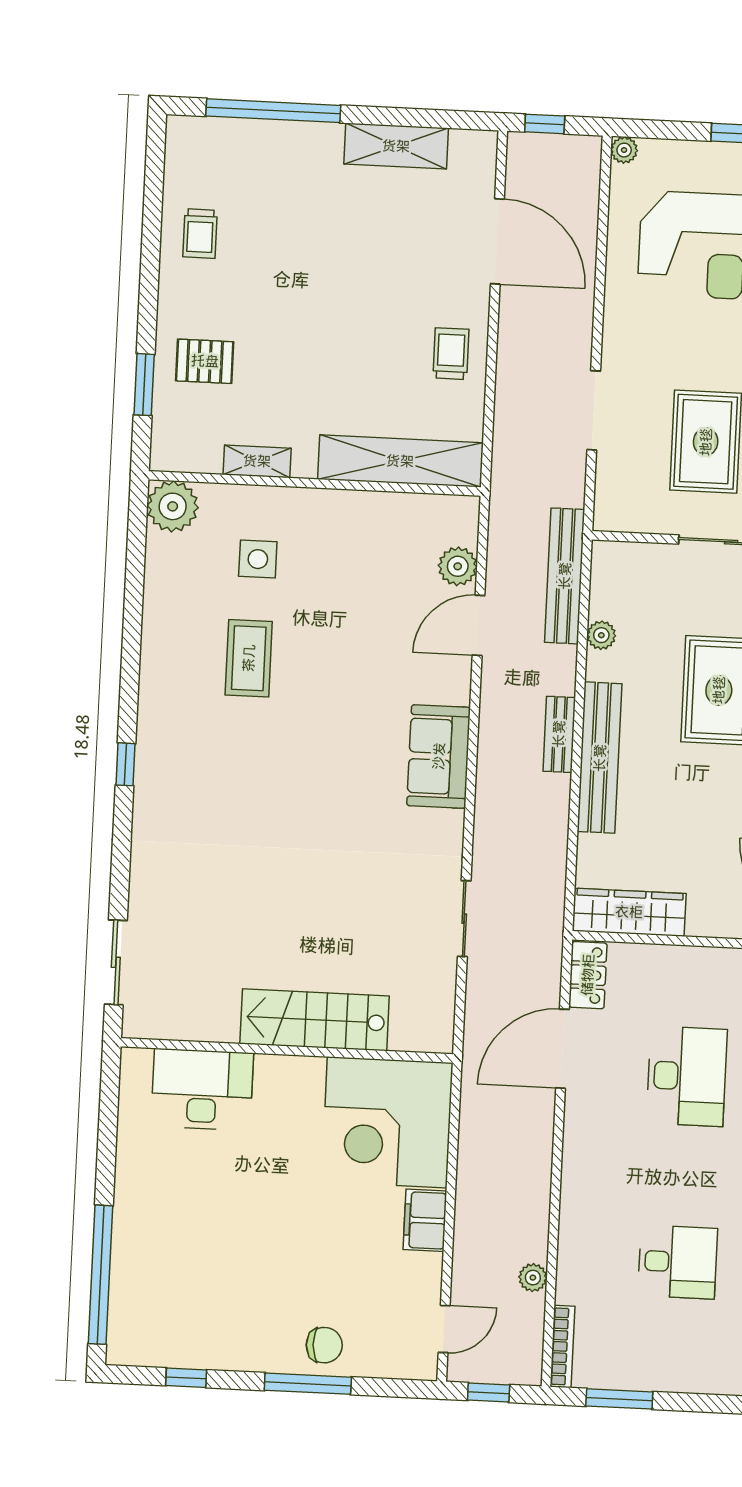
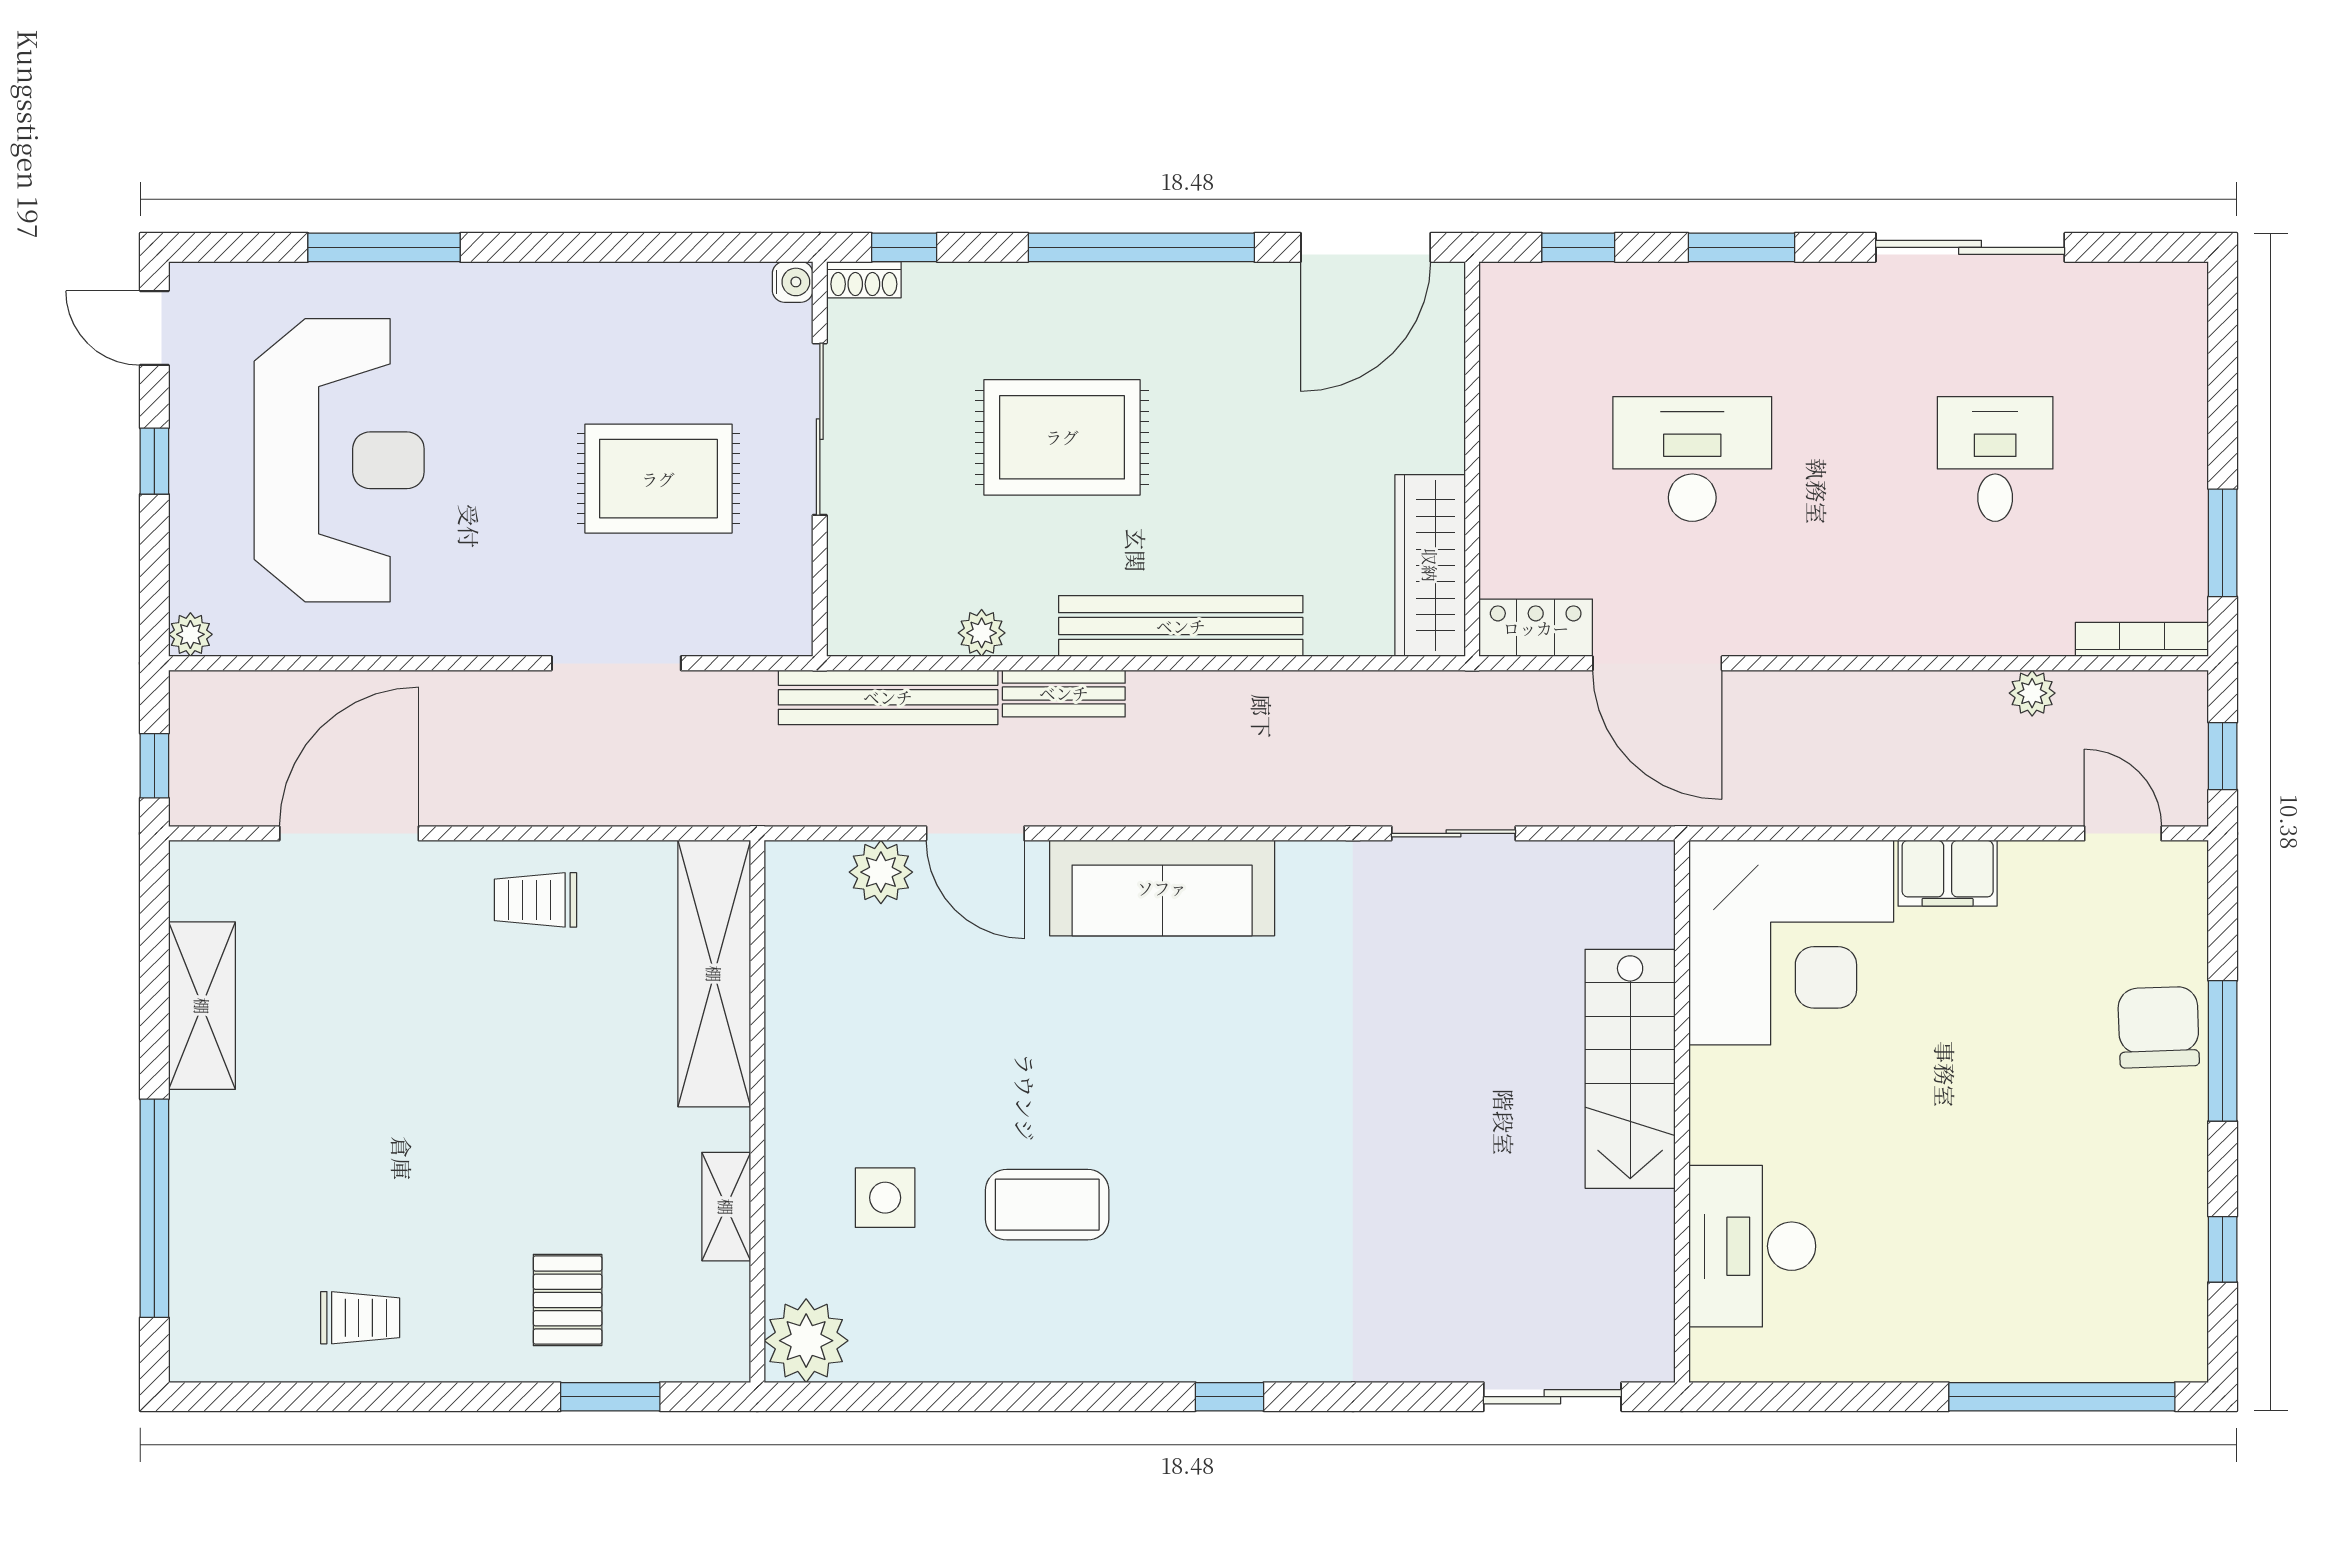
bench: (559, 734) -> (1064, 693), moved
sofa: (439, 756) -> (1162, 888), width x1.36
chair: (324, 1345) -> (2159, 1027), width x1.37, depth x1.37

